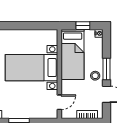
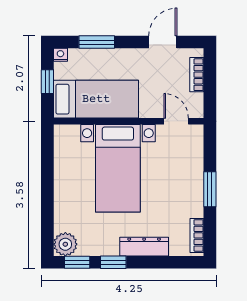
window: (107, 69) -> (97, 42), moved
stool: (95, 76) -> (132, 61), removed

